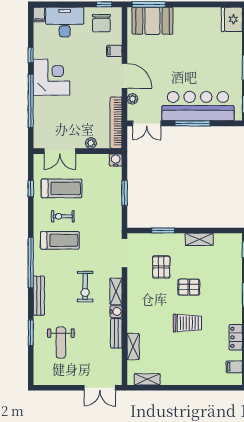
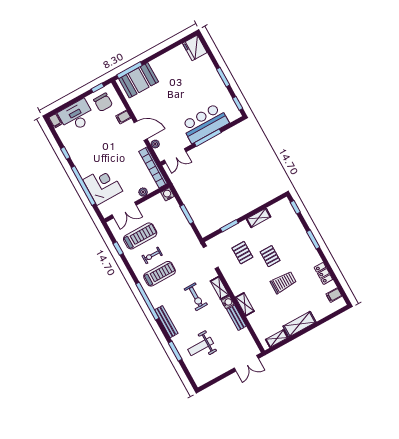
corner desk: (52, 77) -> (103, 185), moved
bar counter: (198, 106) -> (205, 123), width x0.73
pallet: (189, 287) -> (270, 256), turned 90
weight bench: (61, 343) -> (201, 346), turned 90
shelving: (133, 347) -> (245, 304), moved
shelving: (180, 377) -> (300, 324), added

